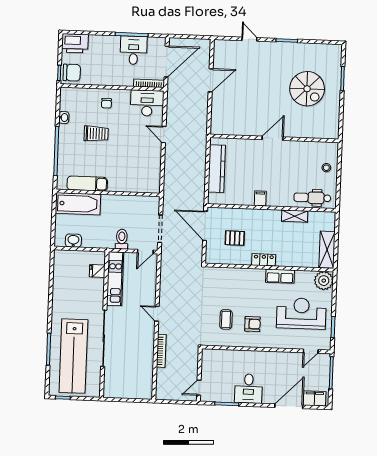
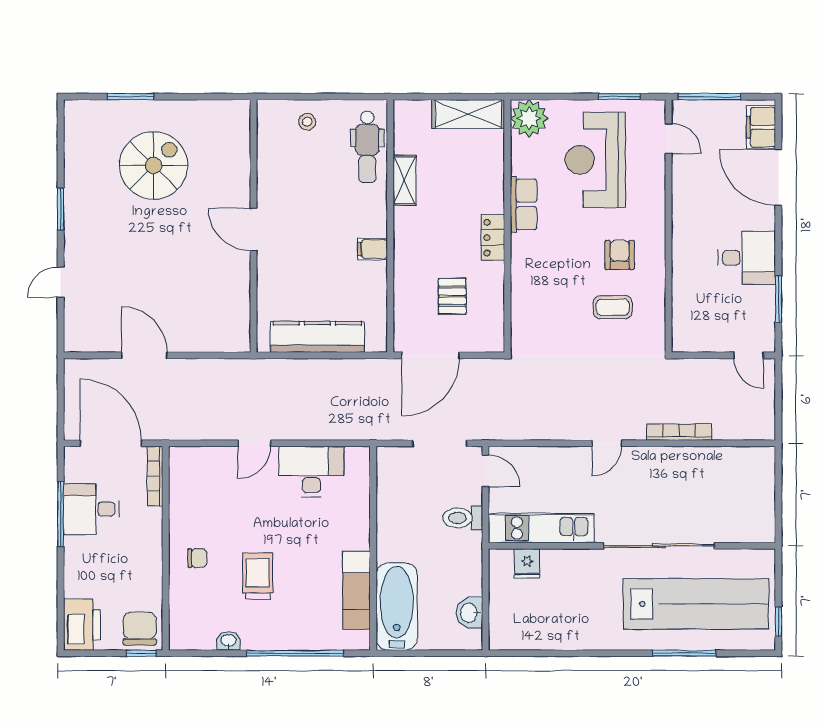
desk: (147, 103) -> (311, 472), moved, turned 90

